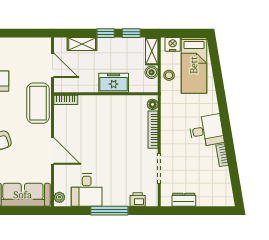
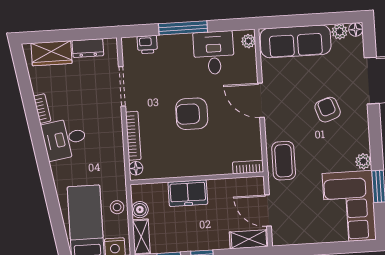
shelving: (82, 44) -> (249, 239), moved
coffee table: (38, 103) -> (284, 161), width x0.73, depth x0.76
armchair: (107, 144) -> (192, 114), added
wardrobe: (212, 197) -> (51, 53), added

